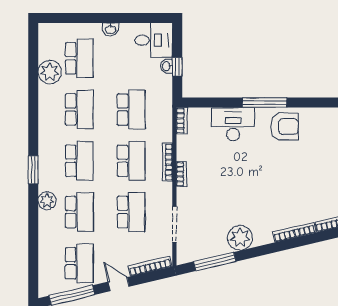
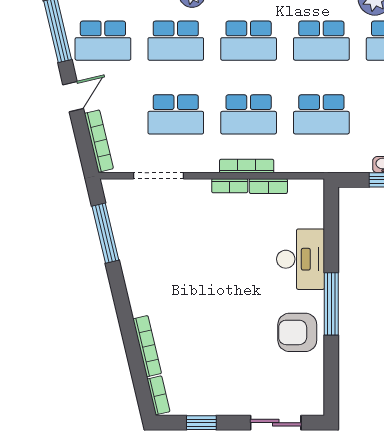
bookcase: (182, 121) -> (268, 186), moved
armchair: (285, 127) -> (297, 332), turned 90
plant: (240, 238) -> (139, 269), removed

